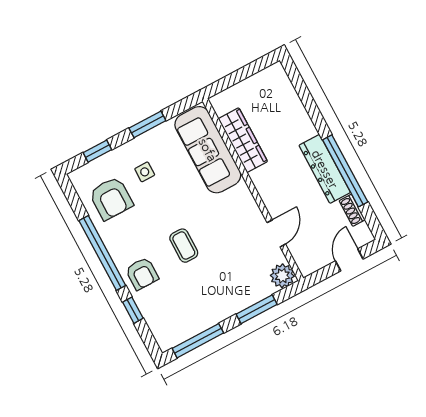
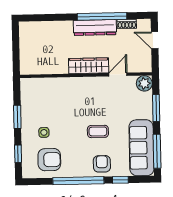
wardrobe: (243, 140) -> (89, 66), moved
sofa: (208, 150) -> (142, 148), moved, turned 90
door: (276, 233) -> (118, 74), hinge flipped
armchair: (142, 274) -> (102, 164), turned -90

